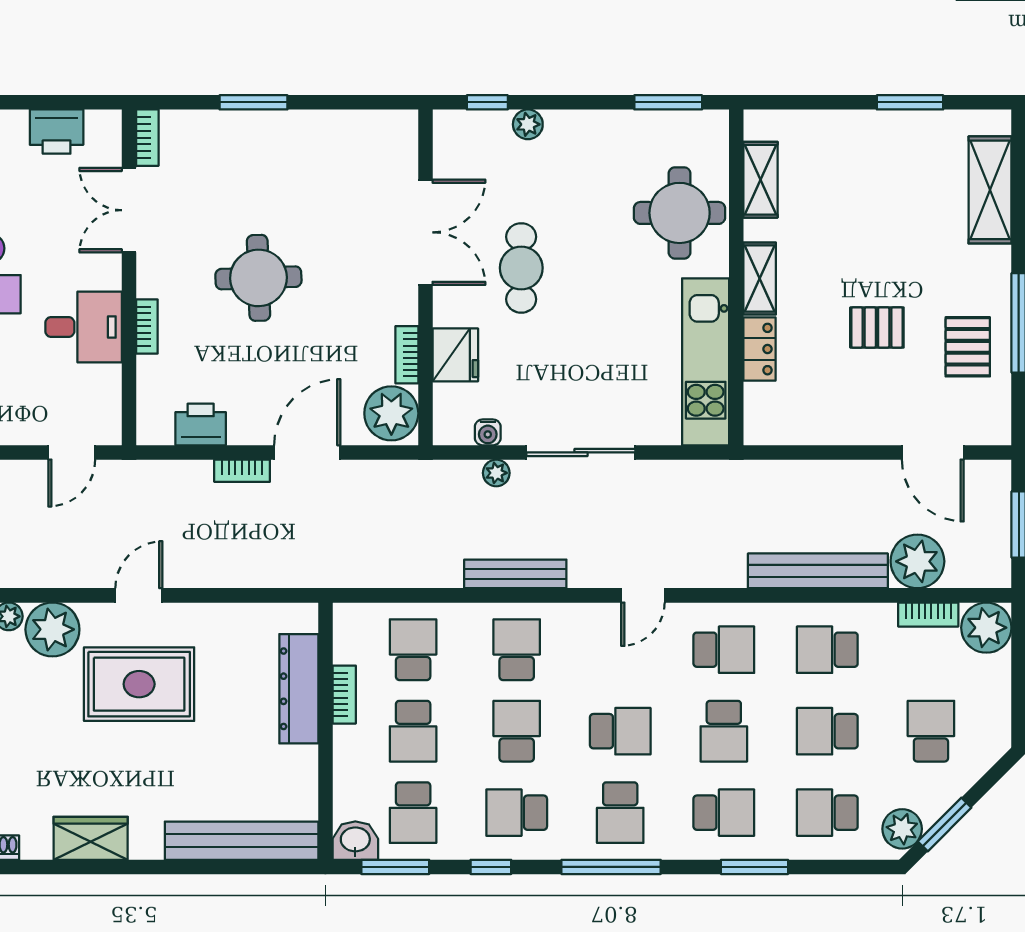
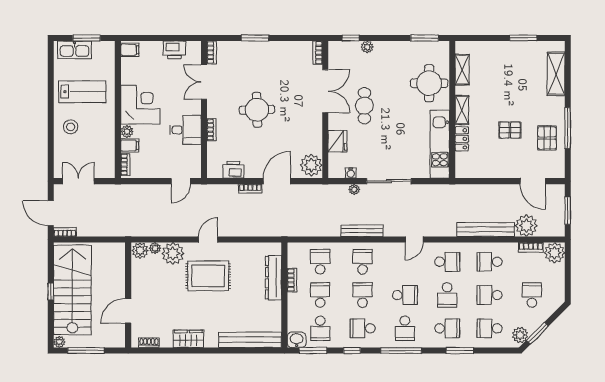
bookcase: (407, 355) -> (318, 53), moved
school desk: (413, 731) -> (320, 295), turned 180

